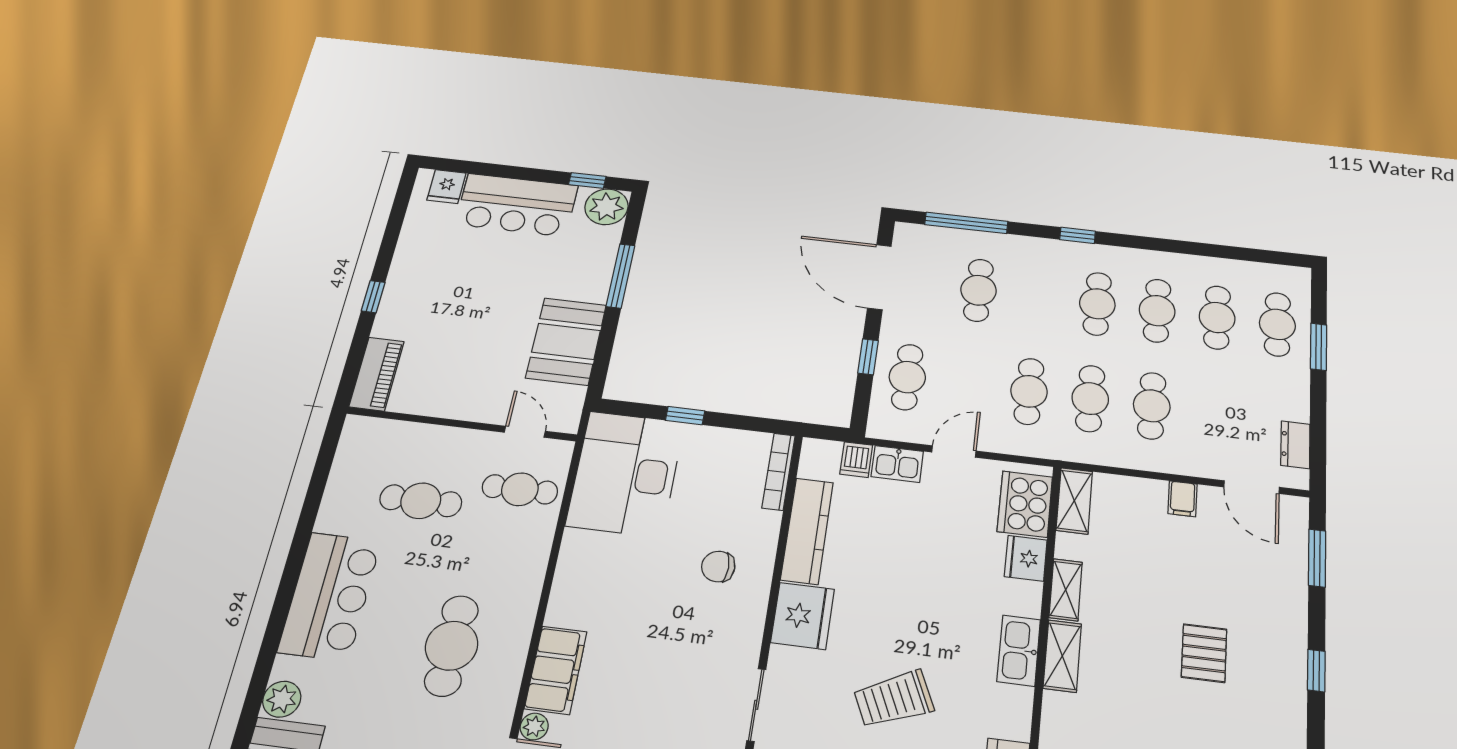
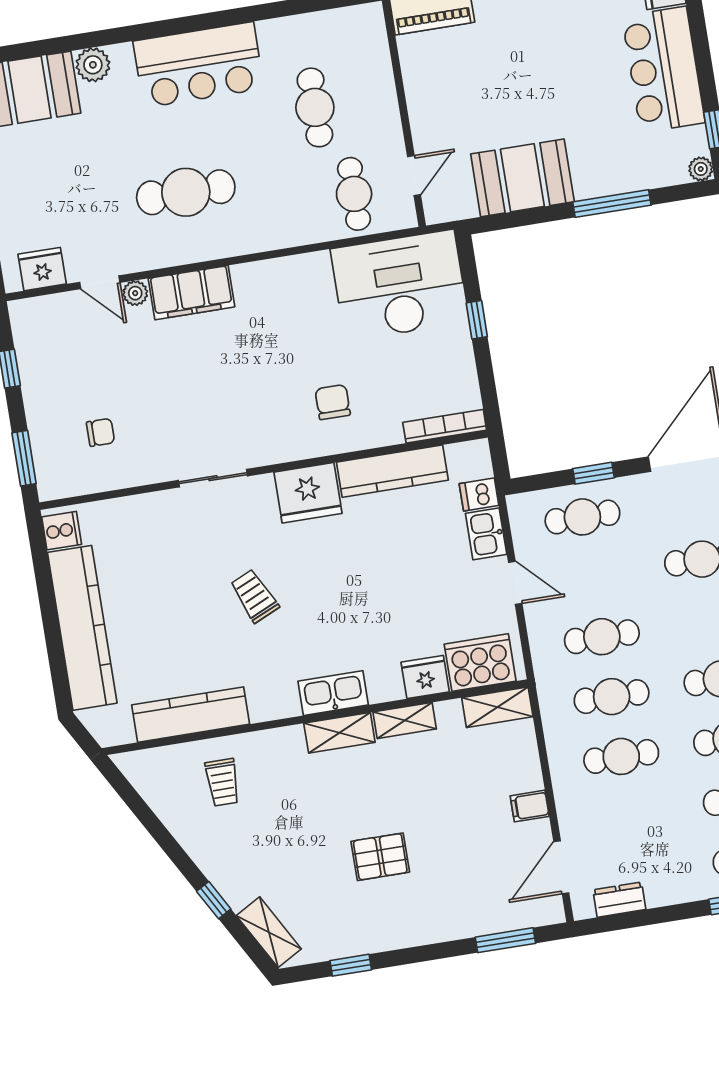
plant: (606, 207) -> (701, 169), width x0.53, depth x0.53
window: (1316, 671) -> (351, 965), moved
trolley: (894, 699) -> (254, 596), width x0.73, depth x0.72

